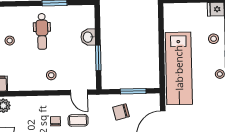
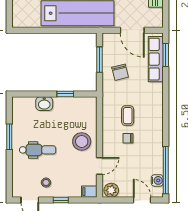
window: (98, 58) -> (65, 94), width x0.67
stool: (51, 75) -> (82, 141), width x1.89, depth x1.89
door: (79, 92) -> (99, 166), moved

